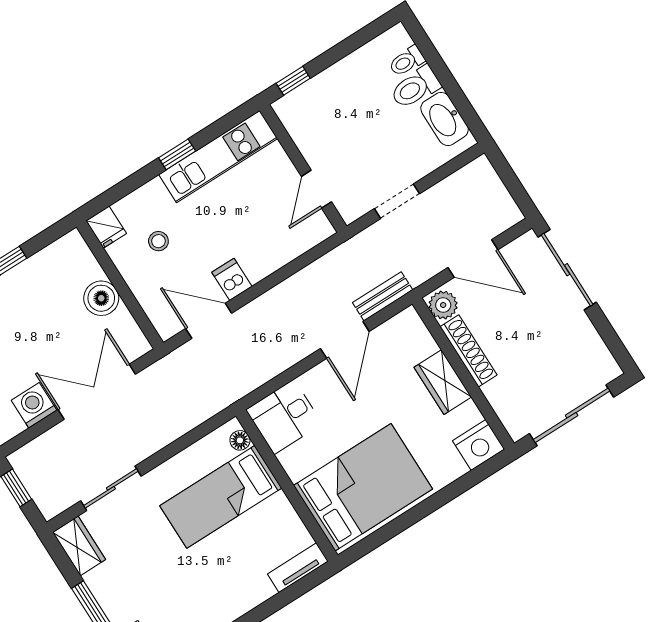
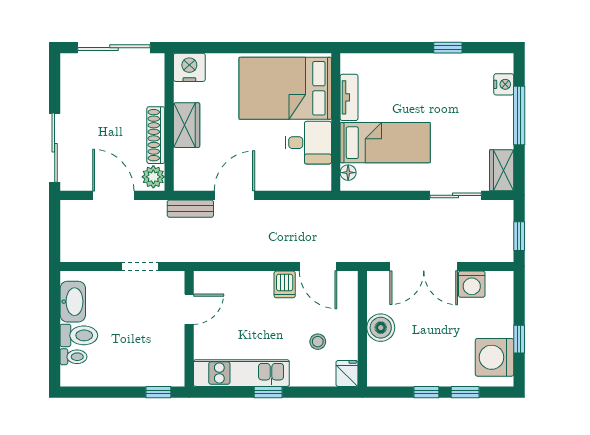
desk: (284, 417) -> (308, 143), moved
tv unit: (298, 568) -> (349, 97), moved, turned -90

